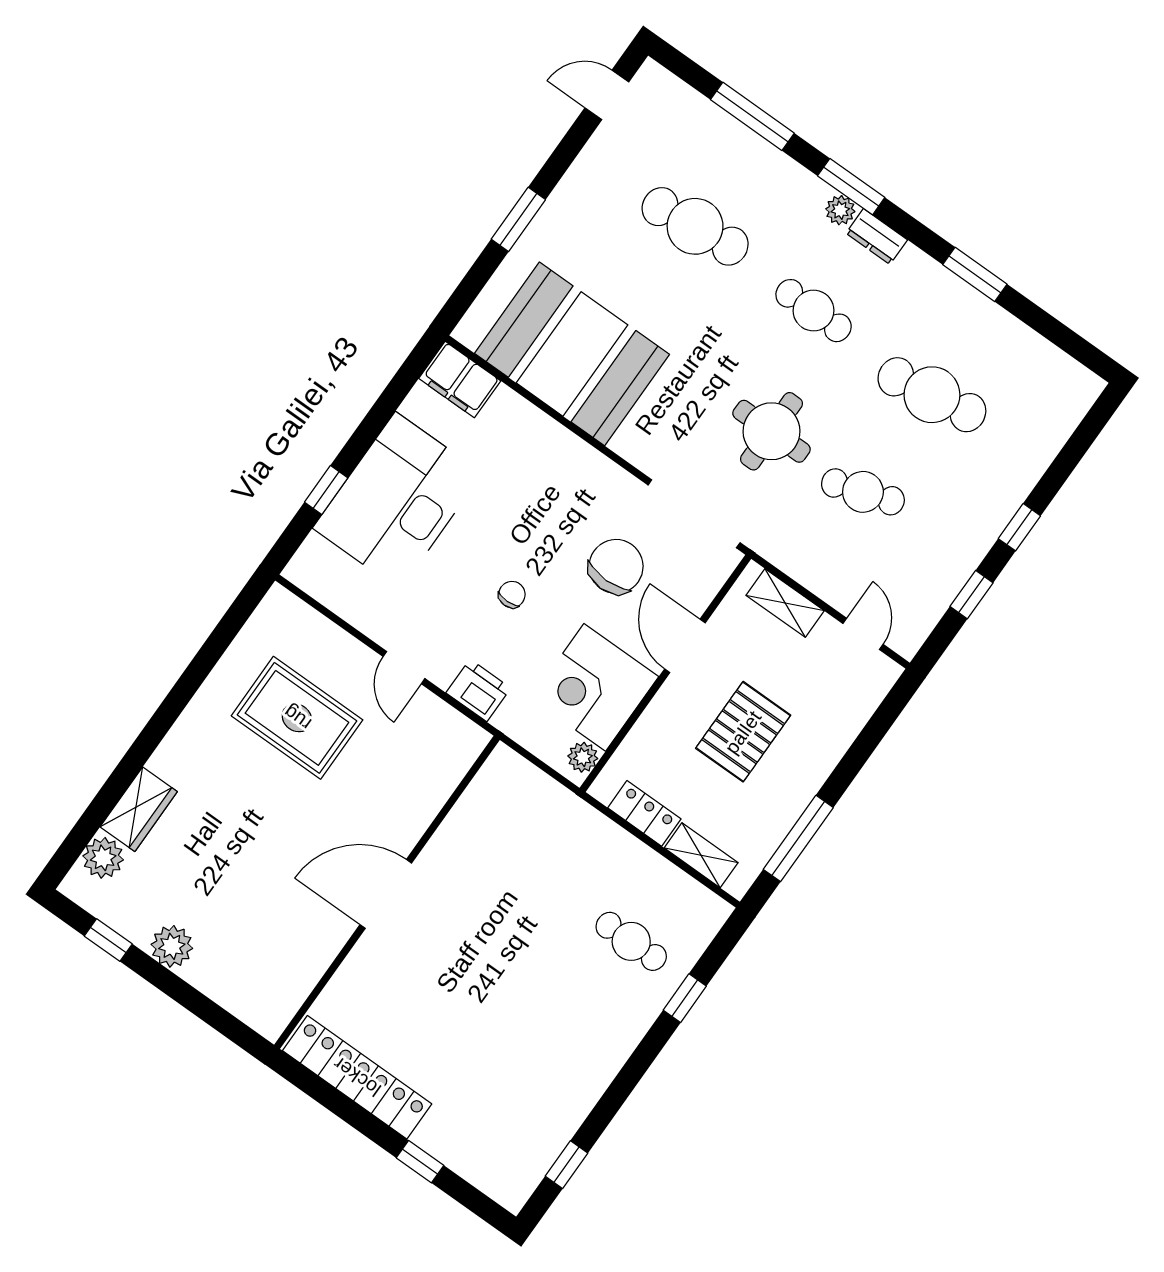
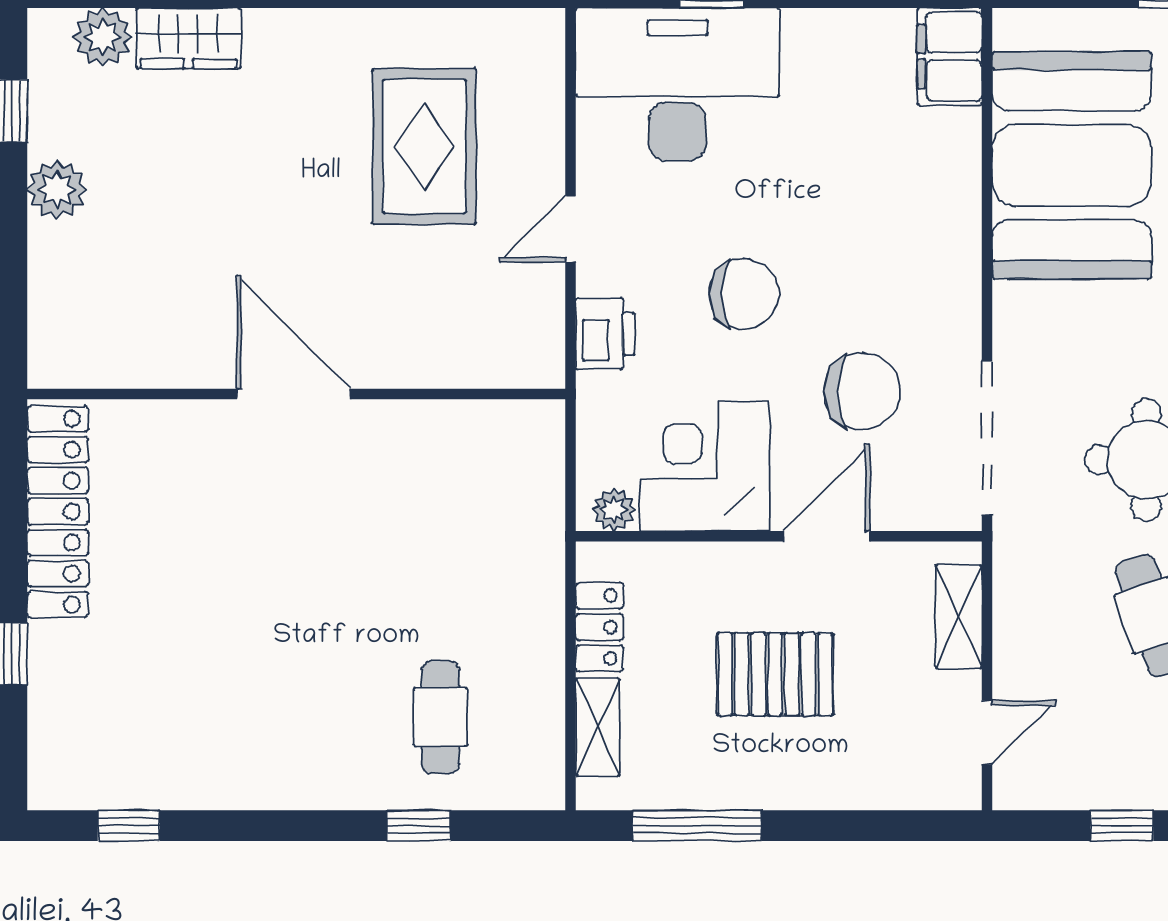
desk: (398, 501) -> (678, 84), moved
chair: (512, 595) -> (744, 294), width x1.87, depth x1.87

